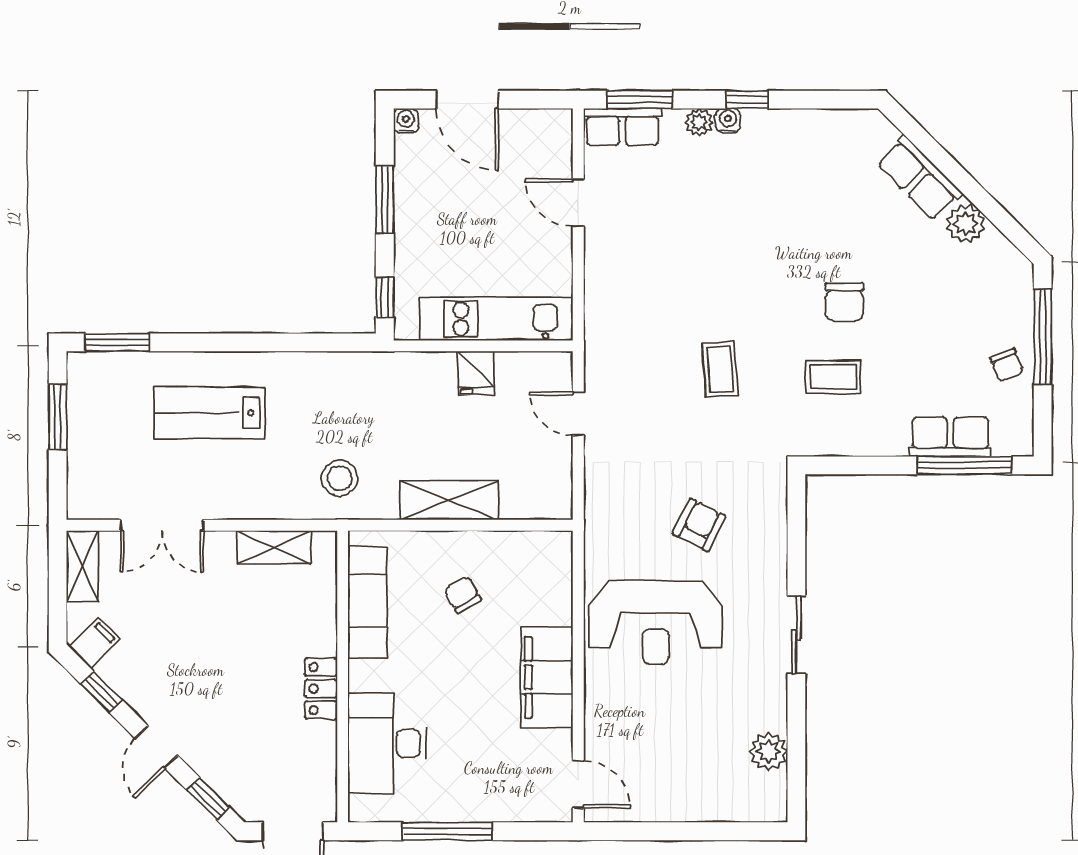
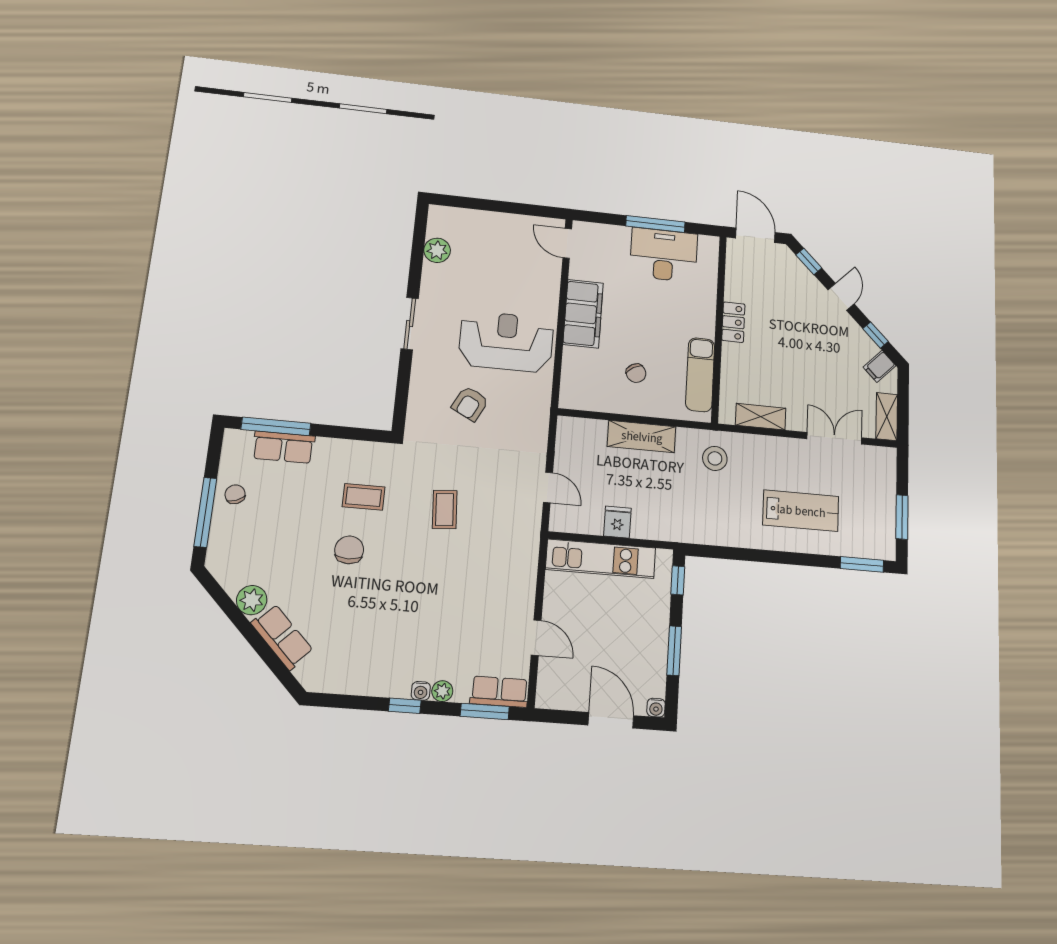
desk: (387, 743) -> (664, 255), moved, turned -90

